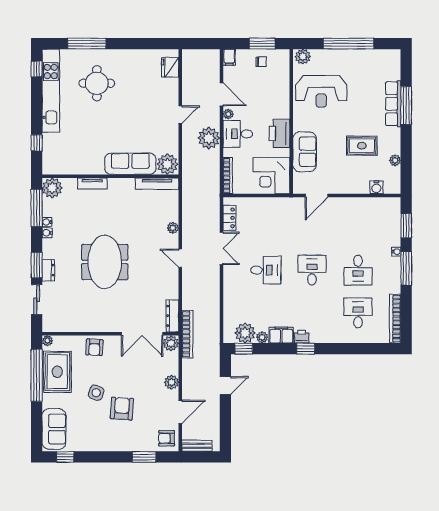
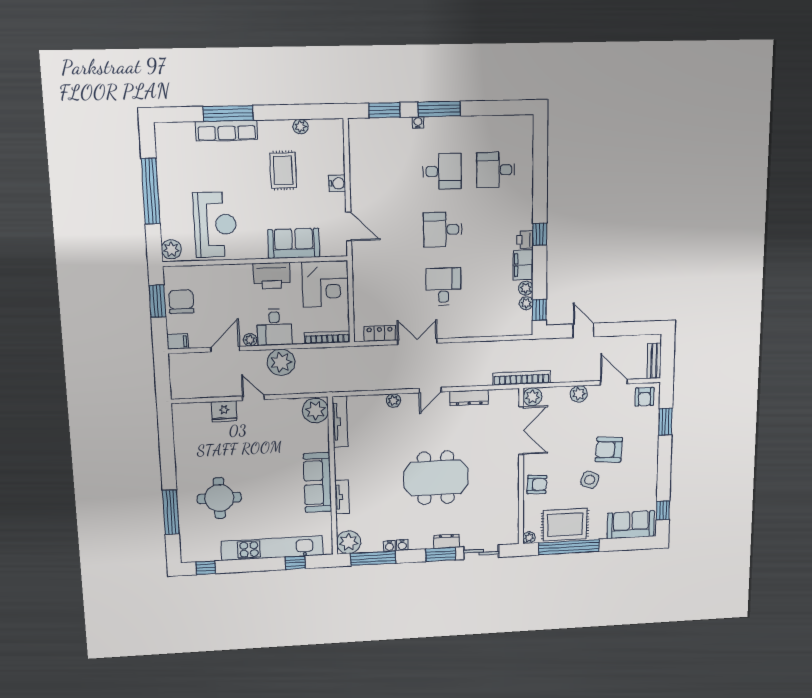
chair: (261, 62) -> (181, 302), width x1.87, depth x1.87
fridge: (170, 67) -> (224, 411), moved
kitchen unit: (51, 91) -> (272, 548), moved
sofa: (130, 164) -> (317, 483), moved
water cooler: (376, 187) -> (337, 183), moved
dresser: (172, 316) -> (469, 398), moved
bookcase: (395, 319) -> (503, 122), removed
plant: (245, 333) -> (526, 303), width x0.53, depth x0.53

